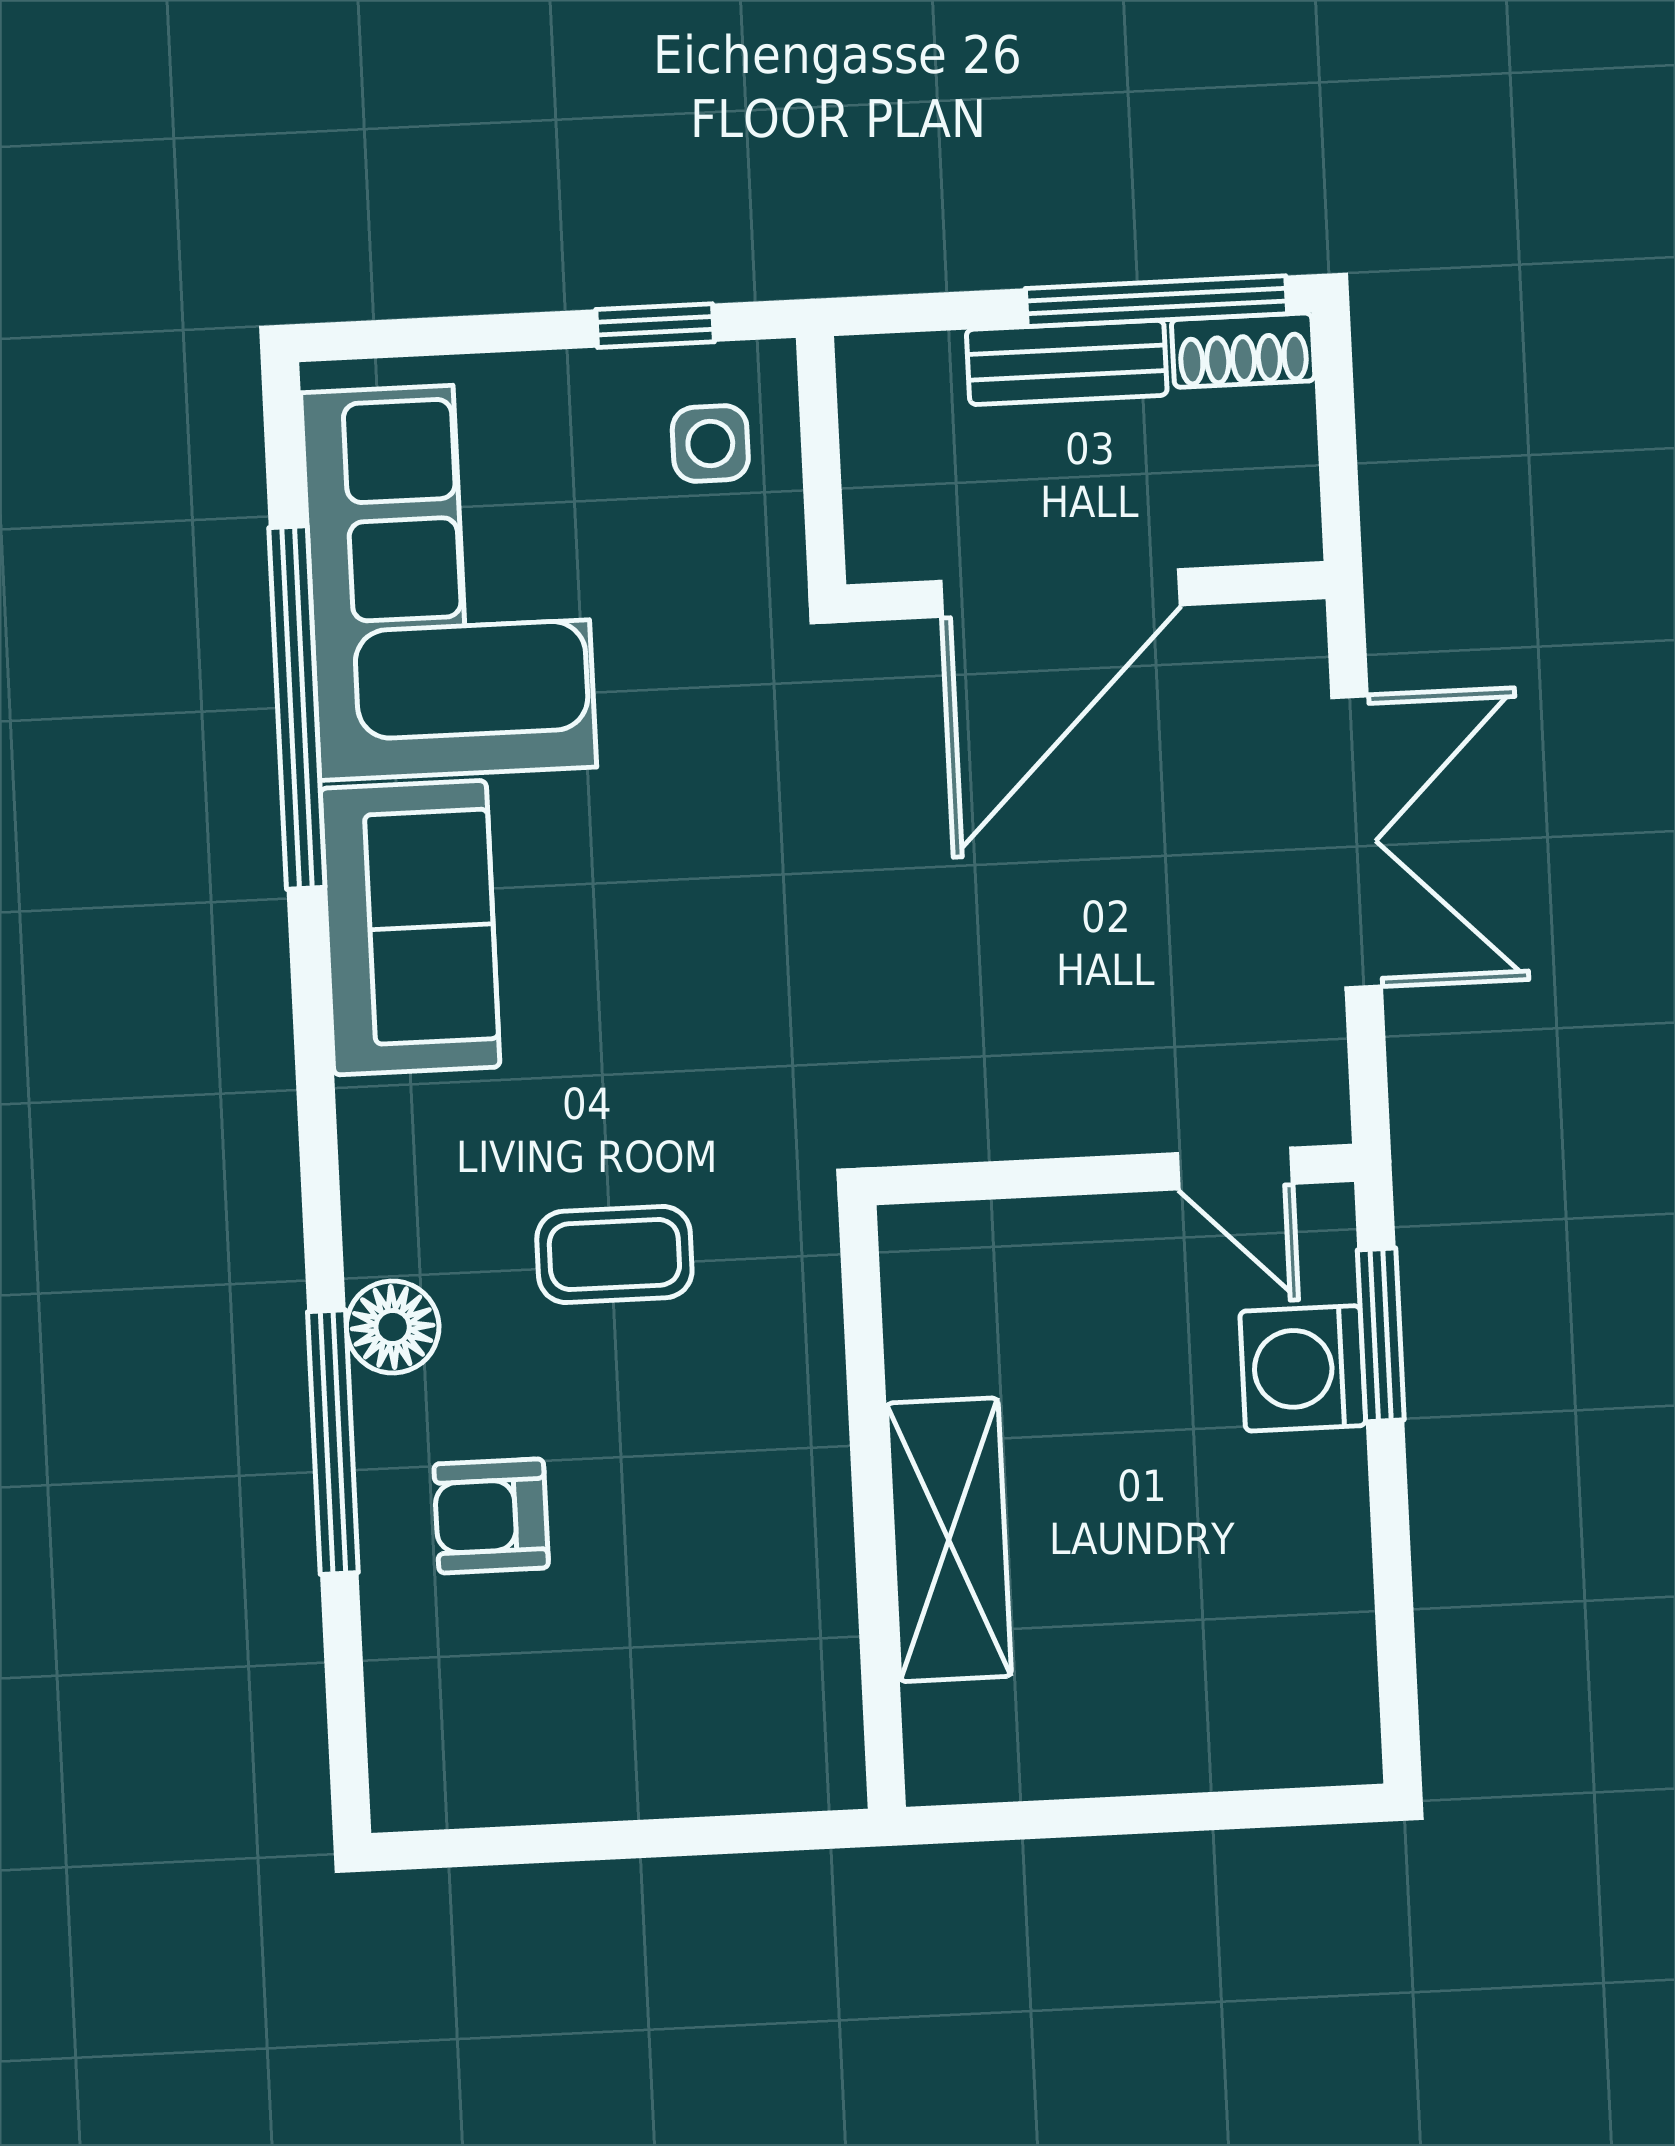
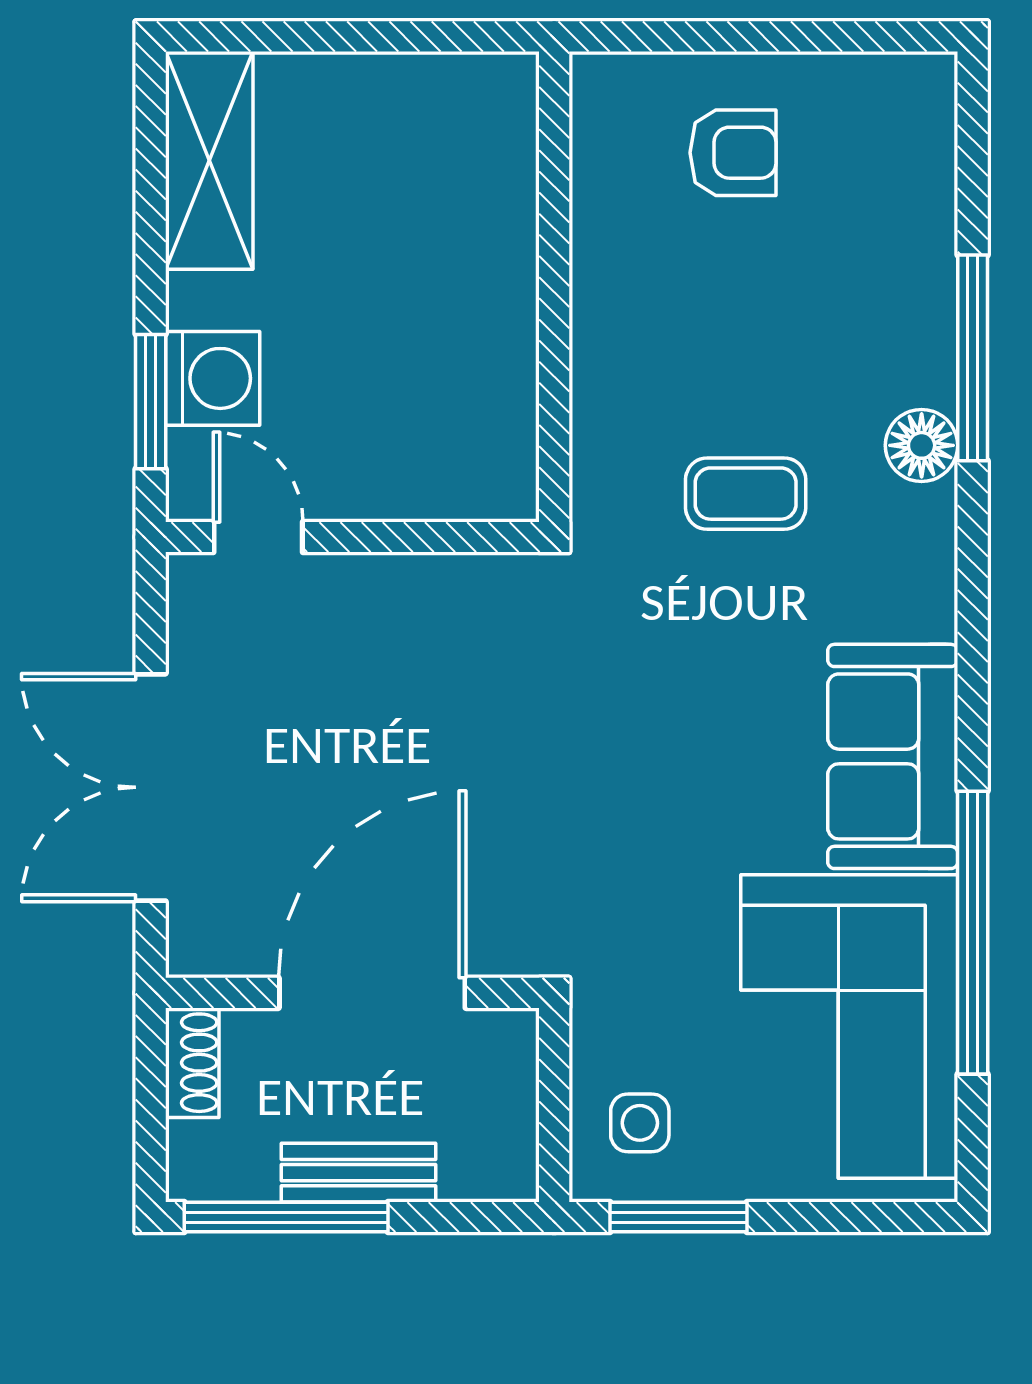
window: (655, 326) -> (678, 1217), width x1.50
shoe rack: (1243, 350) -> (192, 1063), moved, turned 90
armchair: (491, 1516) -> (733, 153), moved
shelving: (949, 1540) -> (209, 160), moved

